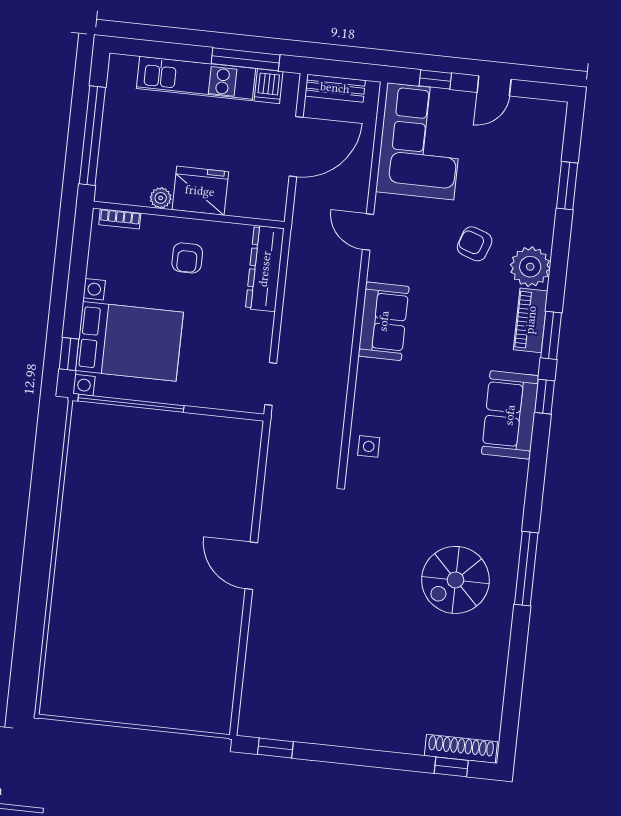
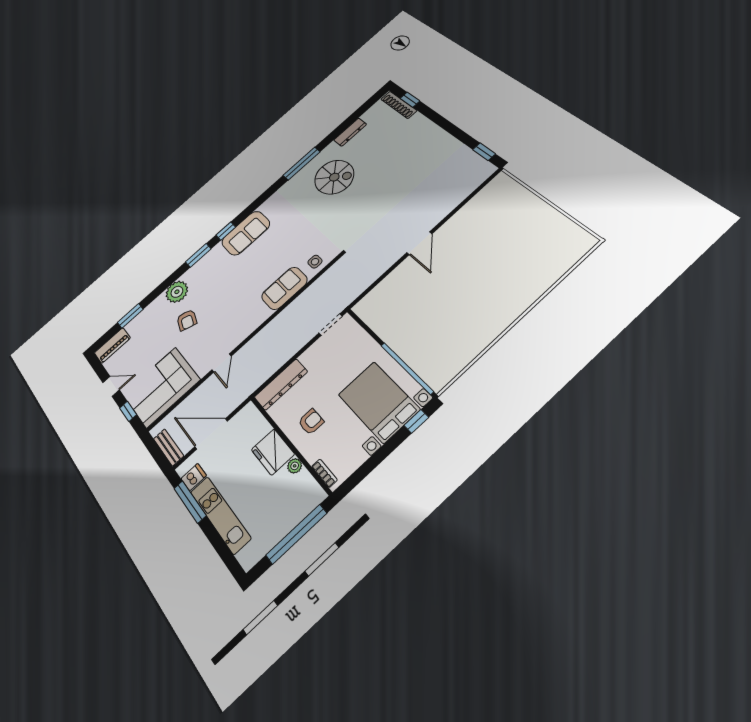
piano: (531, 320) -> (112, 345), moved
sofa: (384, 321) -> (284, 288), moved
dresser: (497, 662) -> (350, 132), added

